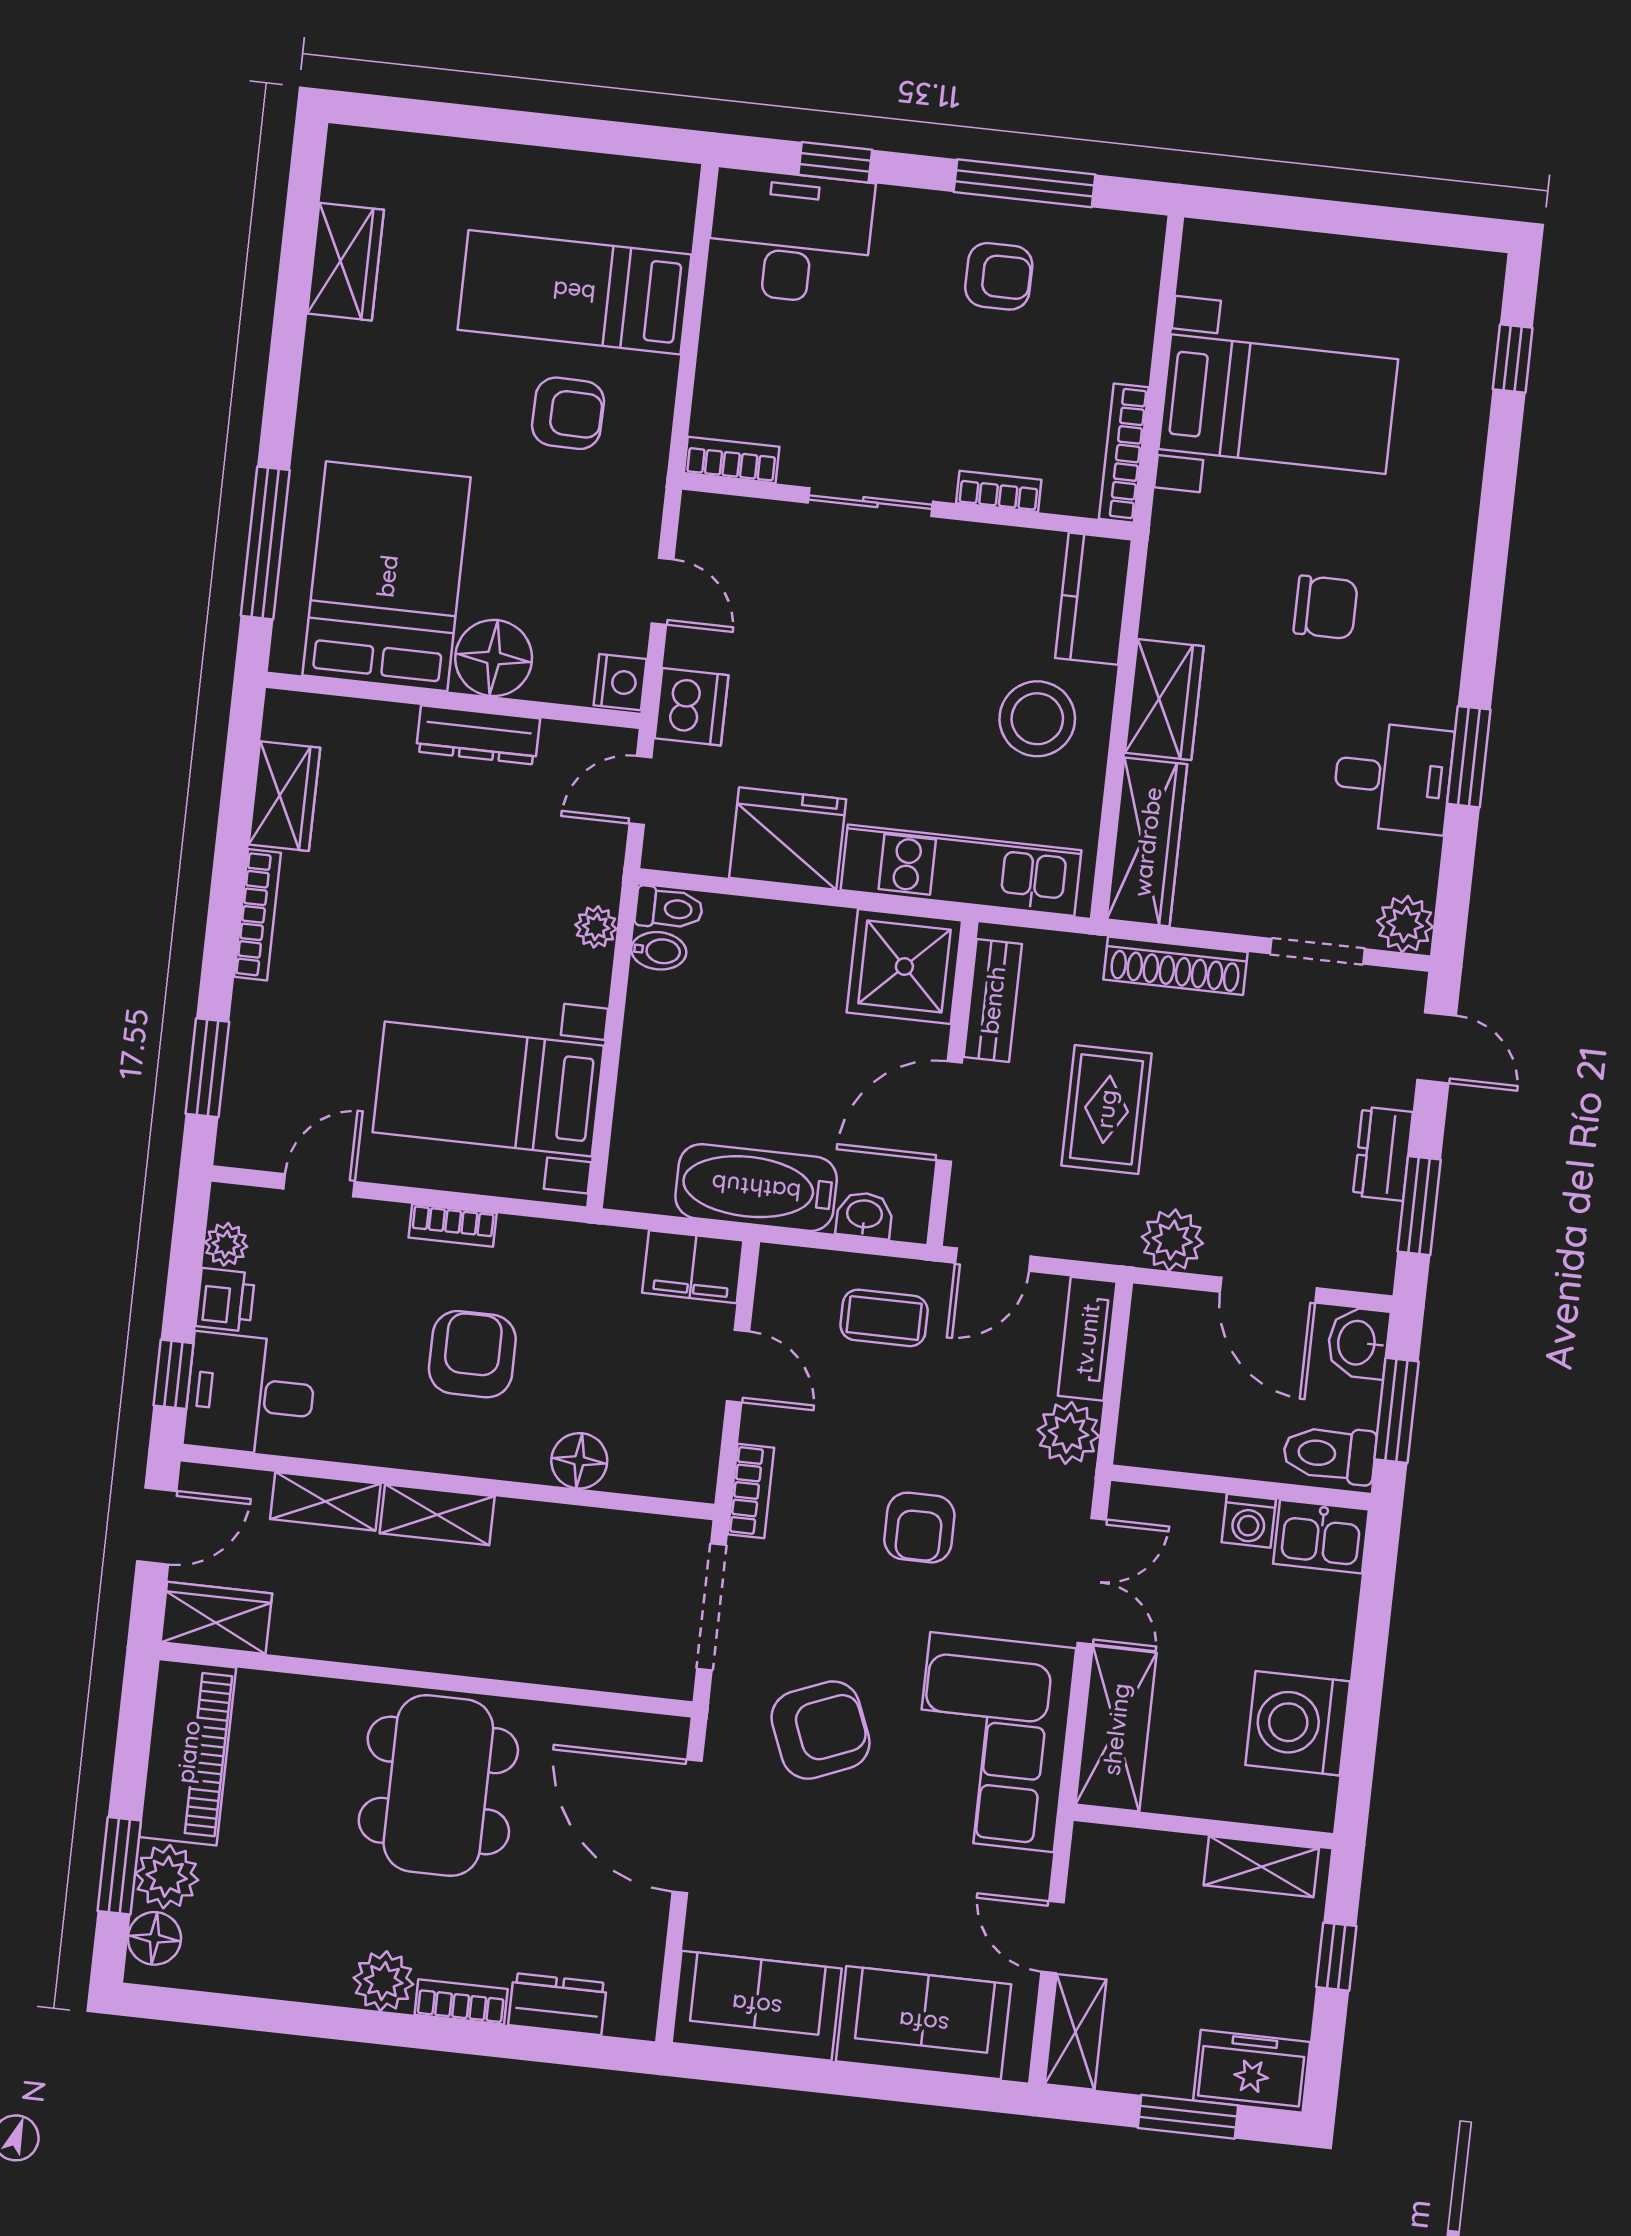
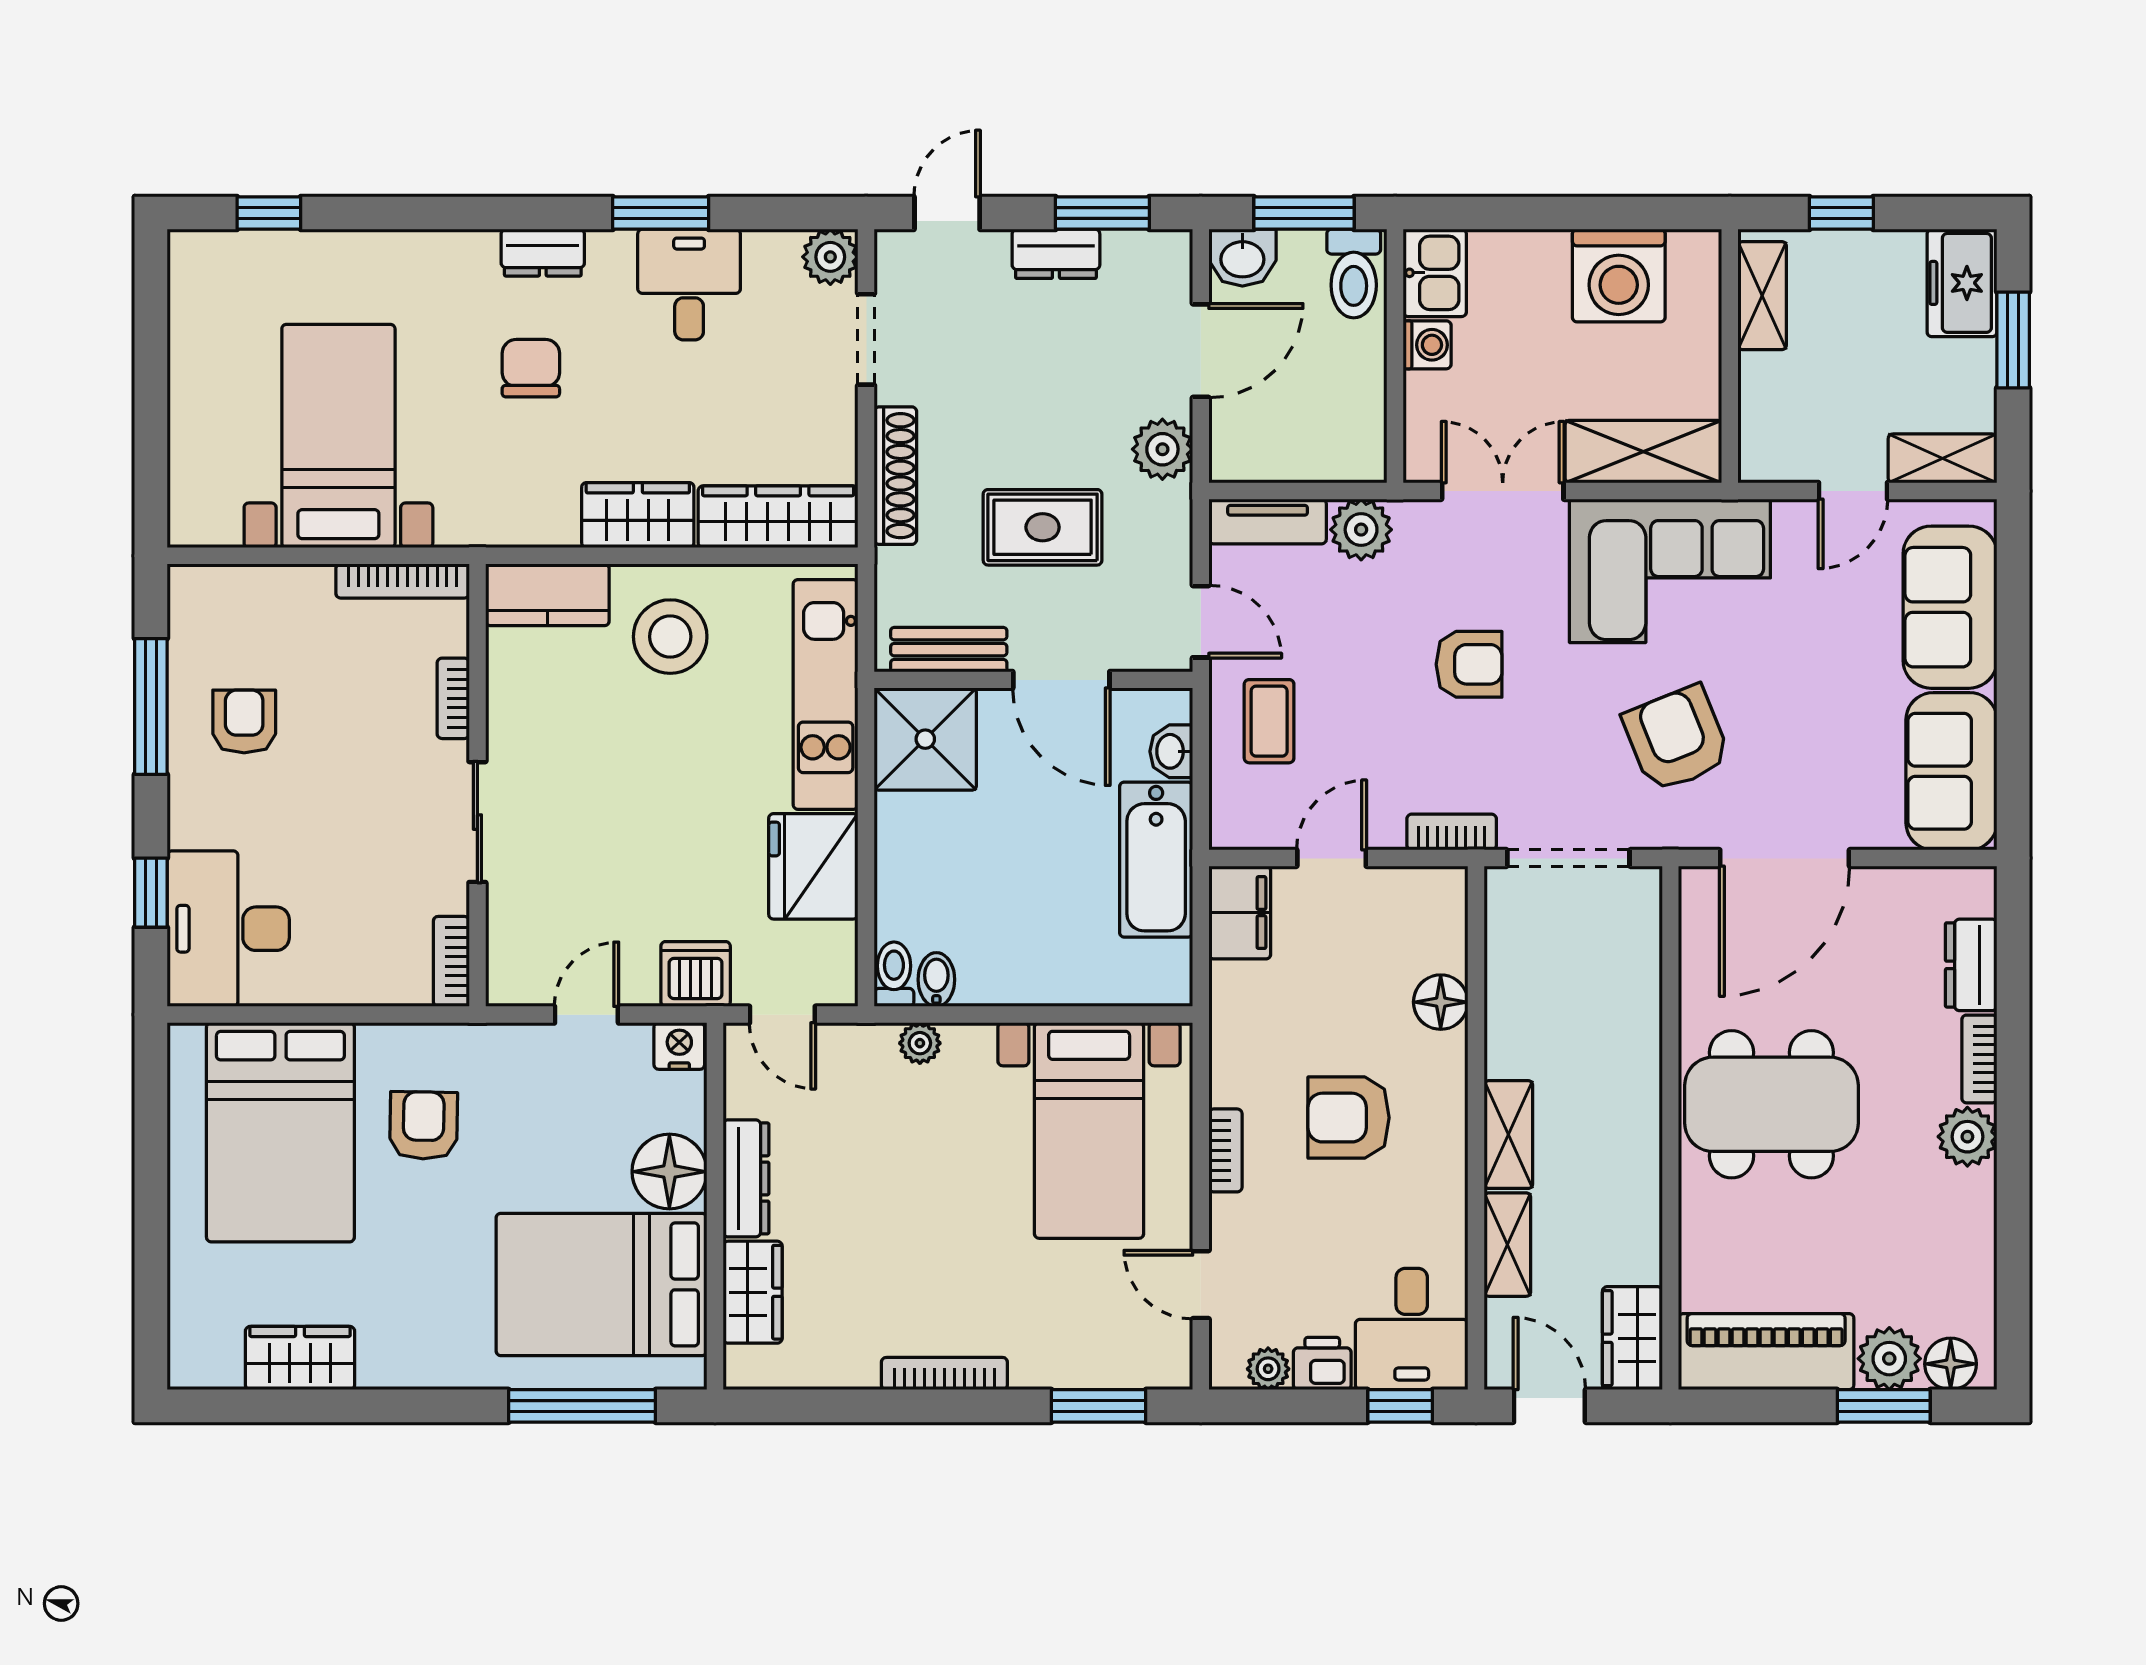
bed: (574, 292) -> (280, 1132), width x1.50
dresser: (1442, 632) -> (543, 253), added
wardrobe: (284, 796) -> (753, 1292), moved, turned 90

